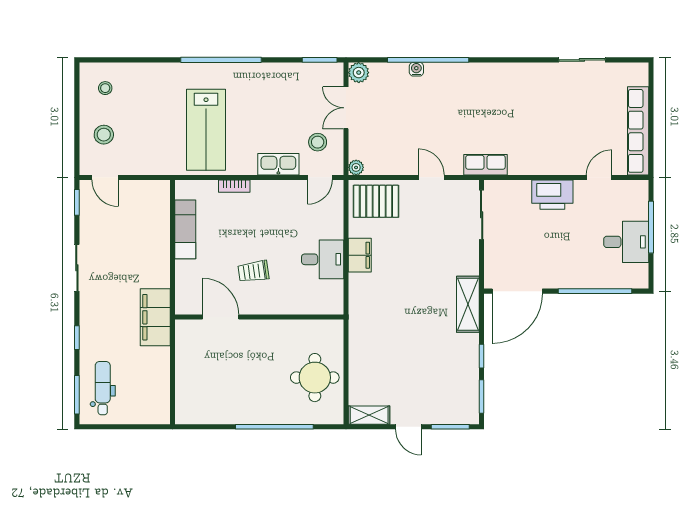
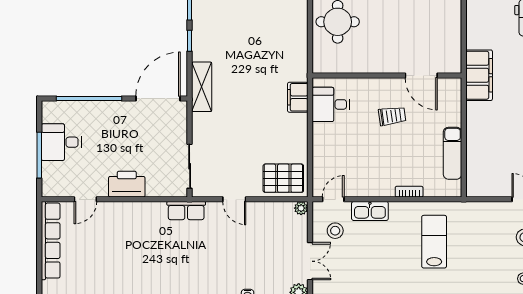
lab bench: (206, 130) -> (434, 242), width x0.73, depth x0.72
filing cabinet: (360, 255) -> (298, 97), moved
desk: (323, 259) -> (331, 104), moved

